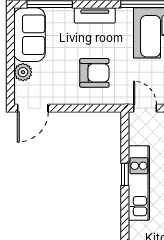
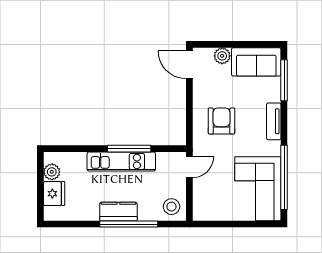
armchair: (94, 73) -> (222, 121), turned 180
window: (125, 174) -> (129, 149), width x2.17

